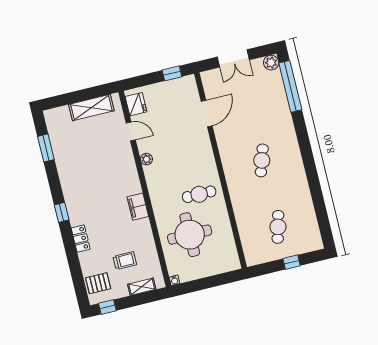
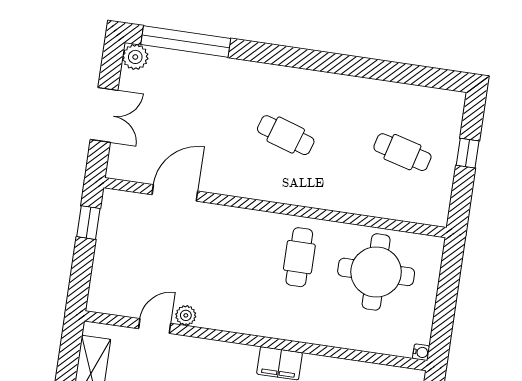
fridge: (136, 104) -> (114, 300), removed
door: (207, 113) -> (175, 193), hinge flipped
plant: (146, 159) -> (186, 315), moved
round table: (190, 235) -> (376, 272), moved

